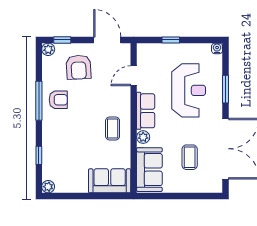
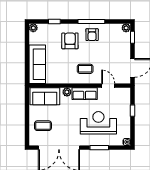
armchair: (79, 67) -> (70, 41), moved, turned 93
reception desk: (189, 90) -> (98, 123), turned 180
coffee table: (113, 129) -> (85, 69), moved
coffee table: (190, 157) -> (43, 126), moved
sofa: (110, 181) -> (37, 64), width x1.36

